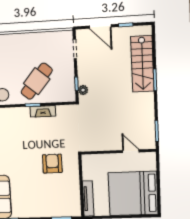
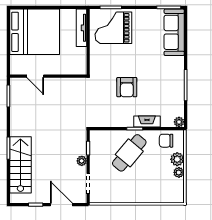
plant: (83, 90) -> (82, 161), moved
fireplace: (43, 111) -> (147, 121), moved
armchair: (52, 164) -> (127, 87), moved
grand piano: (58, 199) -> (113, 28), added

